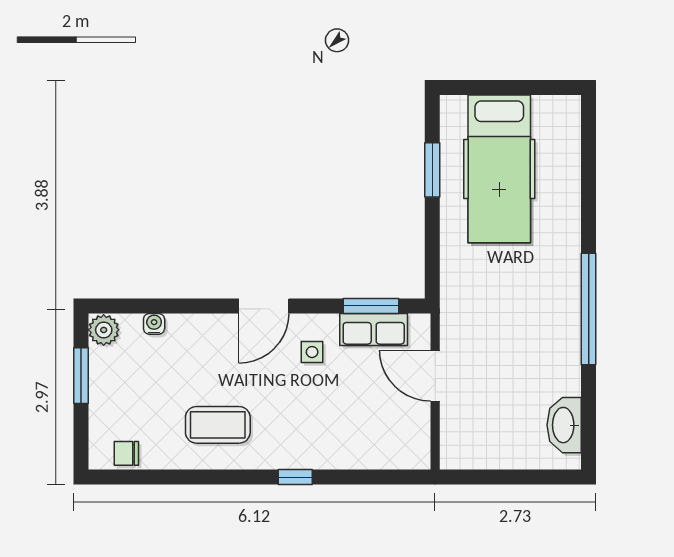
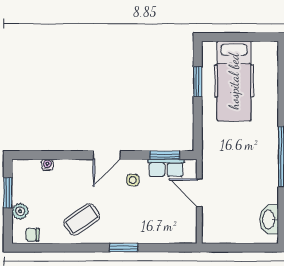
plant: (104, 330) -> (20, 211), moved
coffee table: (218, 425) -> (82, 219), turned -34
window: (295, 477) -> (124, 248), width x1.50

